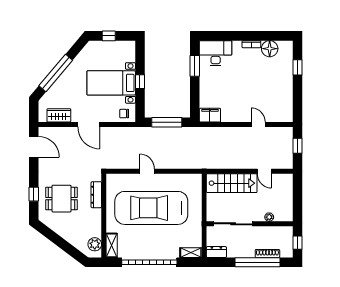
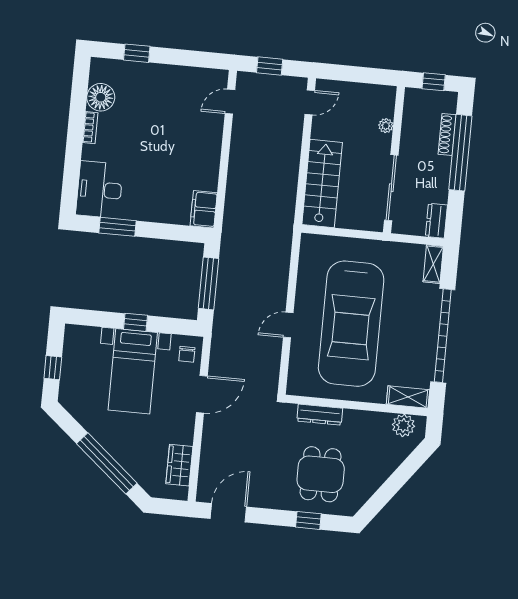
door: (89, 125) -> (202, 394), moved
door: (258, 125) -> (230, 102), moved
door: (264, 171) -> (310, 102), moved

